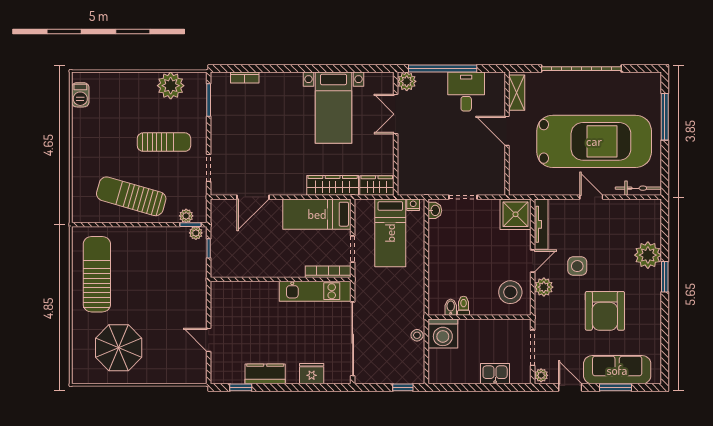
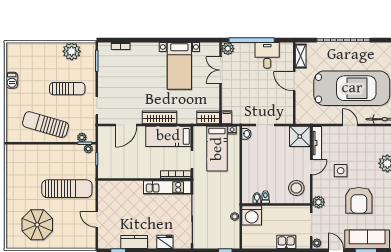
barbecue: (80, 95) -> (12, 80), moved
wardrobe: (333, 185) -> (159, 117), moved
filing cabinet: (405, 185) -> (227, 117), added
sun lounger: (97, 274) -> (67, 189), moved, turned 90
plant: (544, 287) -> (319, 202), moved

